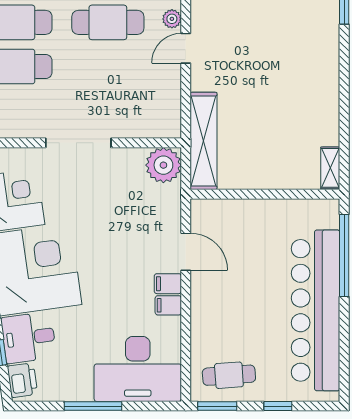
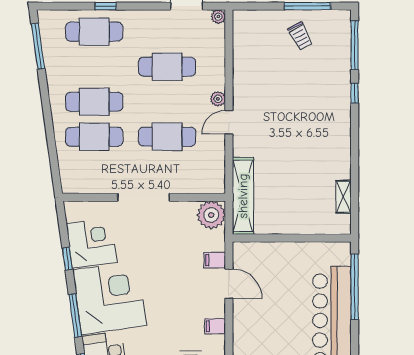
cafe table: (108, 22) -> (167, 137), moved
shelving: (330, 168) -> (344, 197), moved
filing cabinet: (168, 284) -> (215, 260), moved

